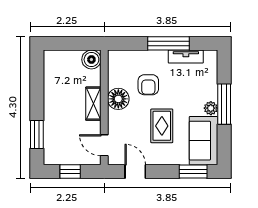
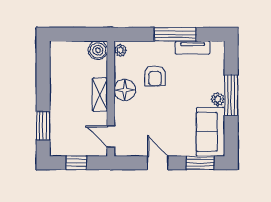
plant: (114, 59) -> (120, 50), added
rug: (162, 126) -> (168, 117), removed
door: (135, 172) -> (158, 163), moved

